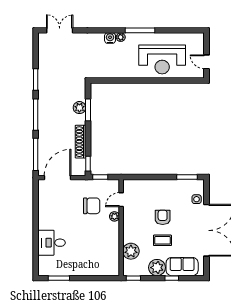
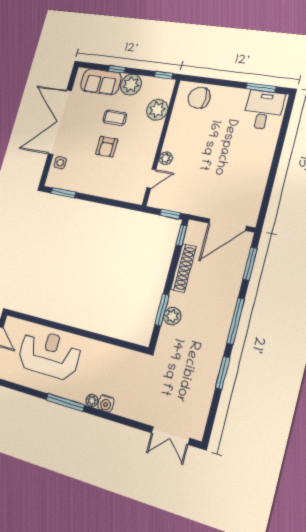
window: (36, 154) -> (250, 264), width x0.69
chair: (92, 206) -> (199, 98), moved
desk: (52, 243) -> (264, 110), moved, turned -90

